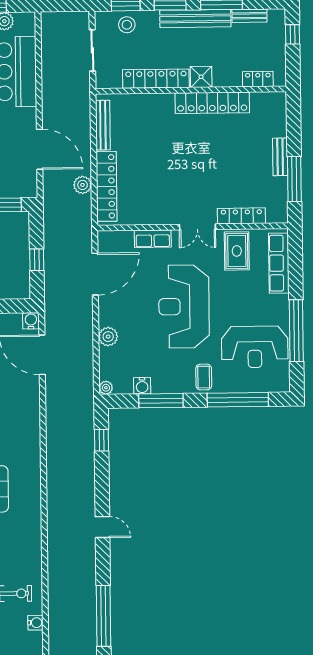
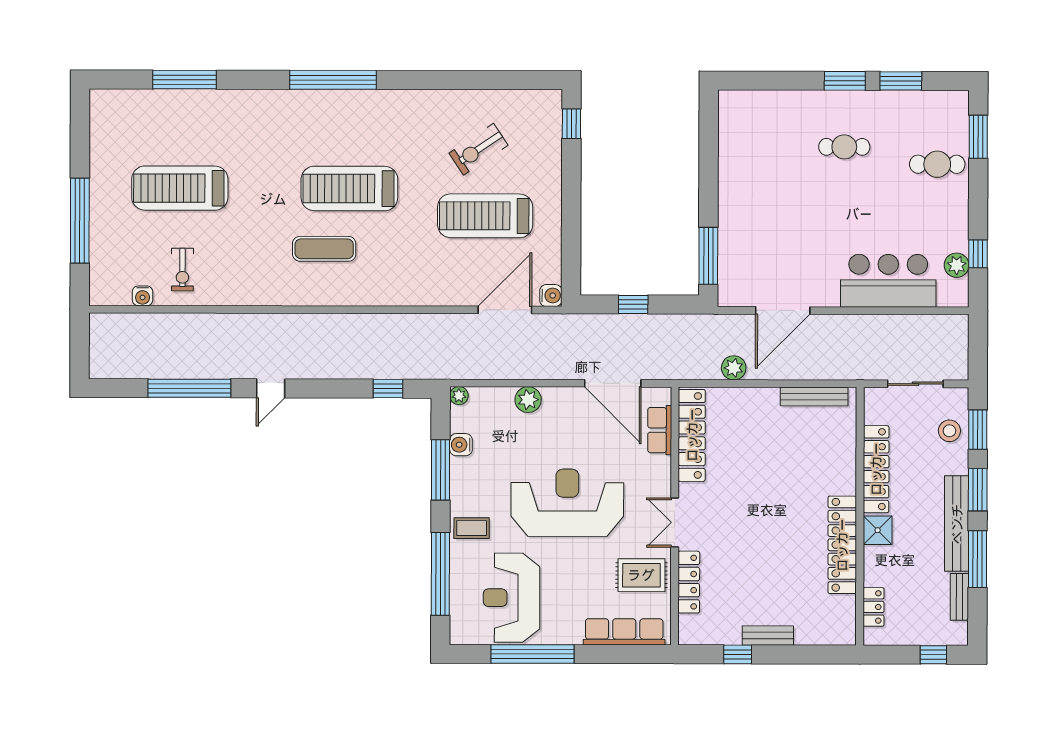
window: (294, 179) -> (738, 654), width x0.46
locker: (107, 186) -> (692, 435), moved, turned -90
row of seats: (153, 239) -> (660, 430), moved
window: (104, 616) -> (189, 388), moved

